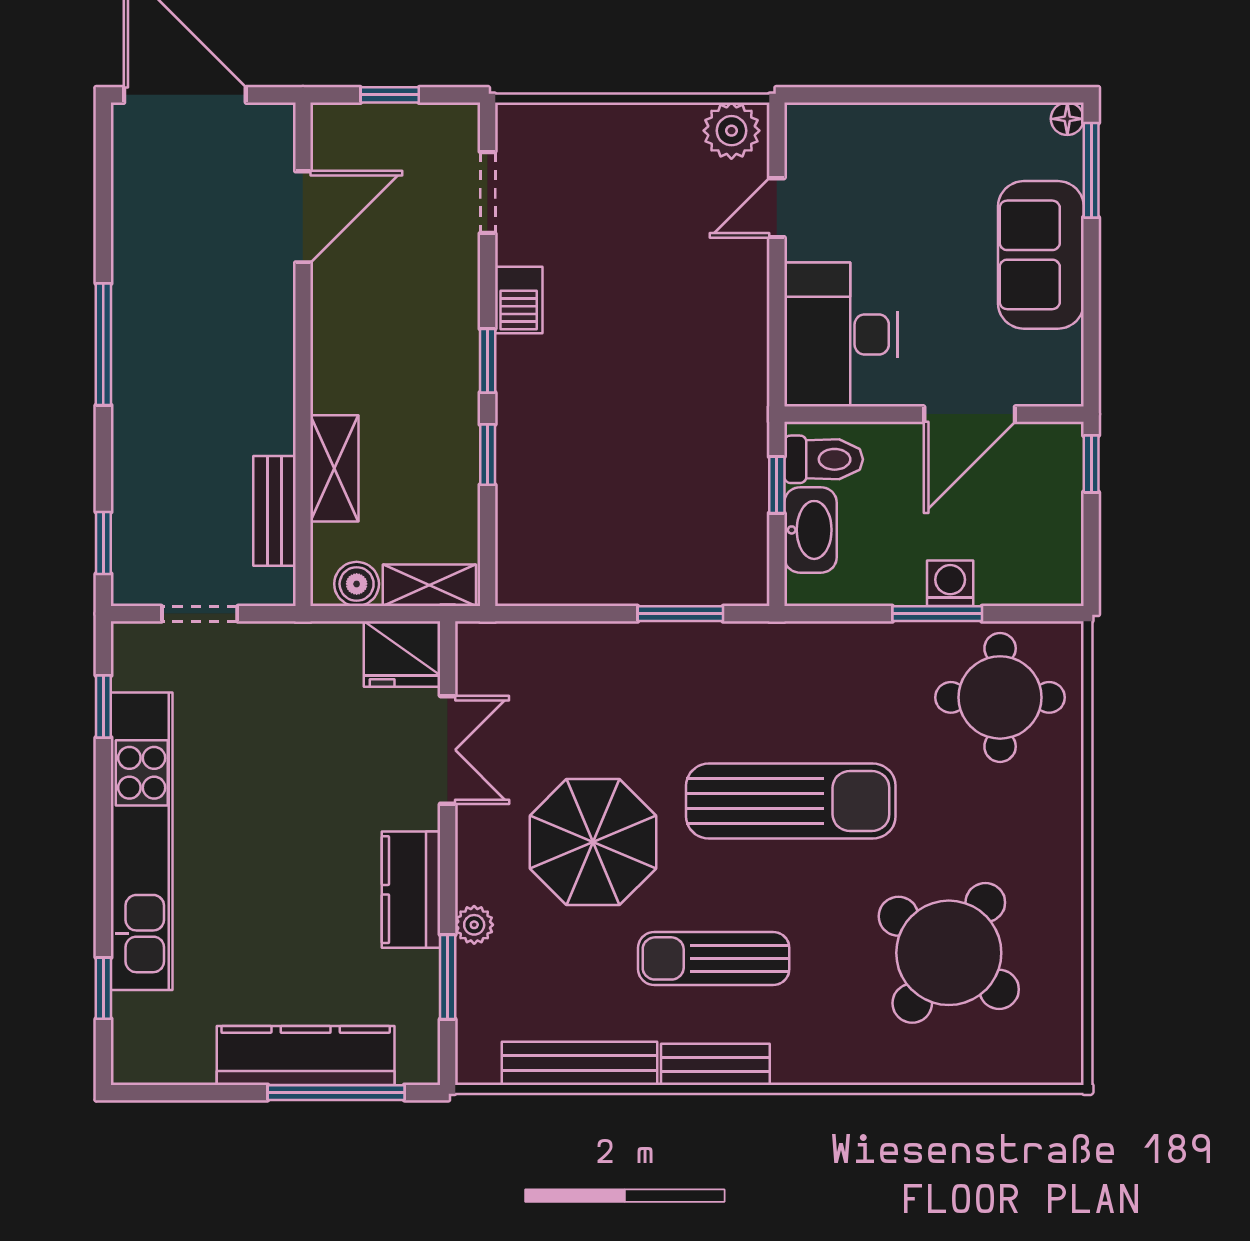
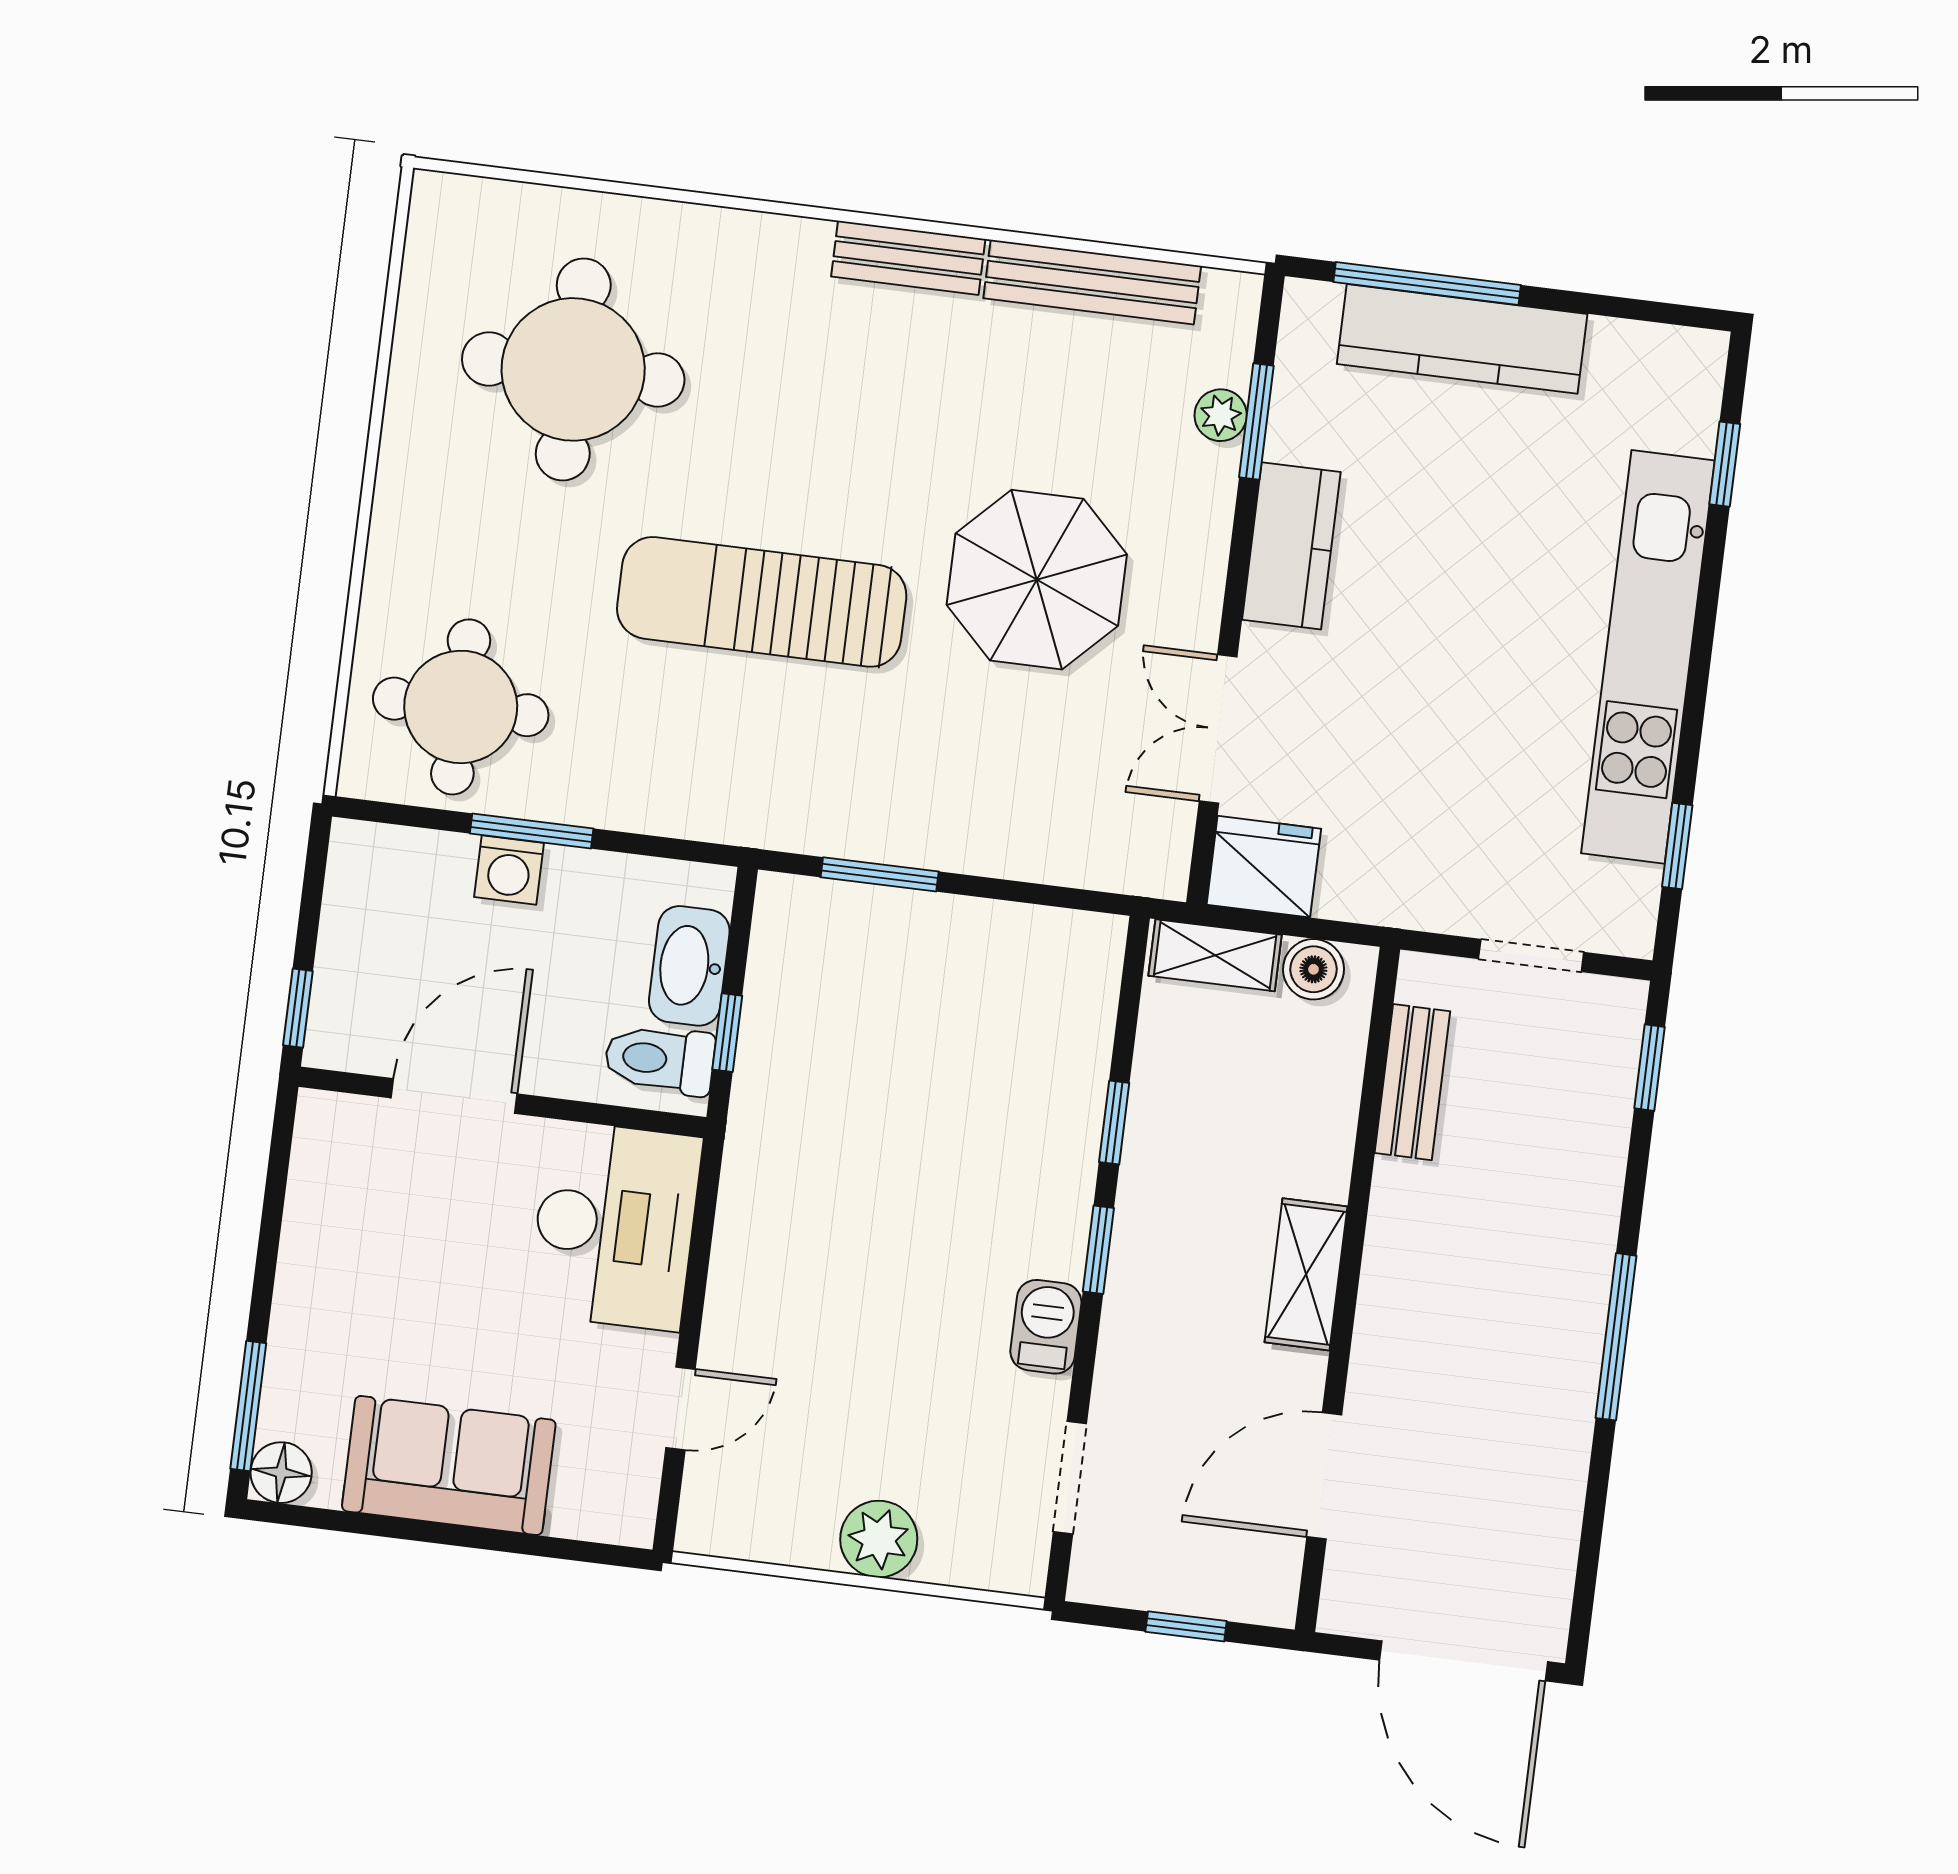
floor lamp: (1067, 119) -> (281, 1473), width x1.37, depth x1.37
plant: (731, 131) -> (879, 1539), moved
sofa: (1041, 255) -> (449, 1465), moved, turned -90
shelving: (334, 468) -> (1306, 1274), moved
plant: (474, 925) -> (1221, 415), moved
round table: (949, 953) -> (573, 369), turned -36
sun lounger: (714, 958) -> (893, 402), removed

